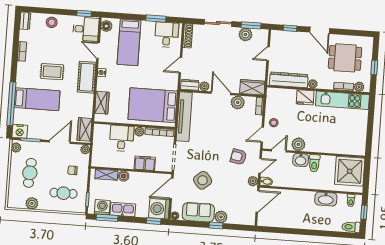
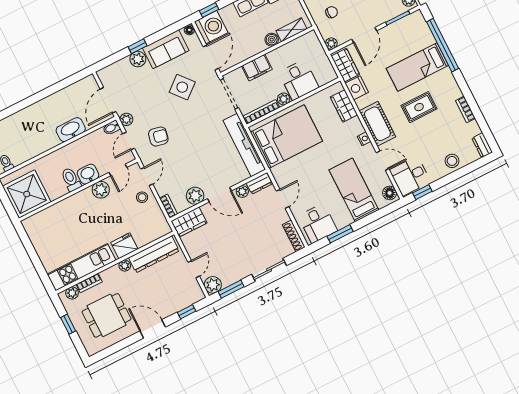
plant: (245, 34) -> (213, 285), moved
nightstand: (20, 131) -> (357, 88), moved, turned -90
washbasin: (326, 199) -> (71, 130), moved

